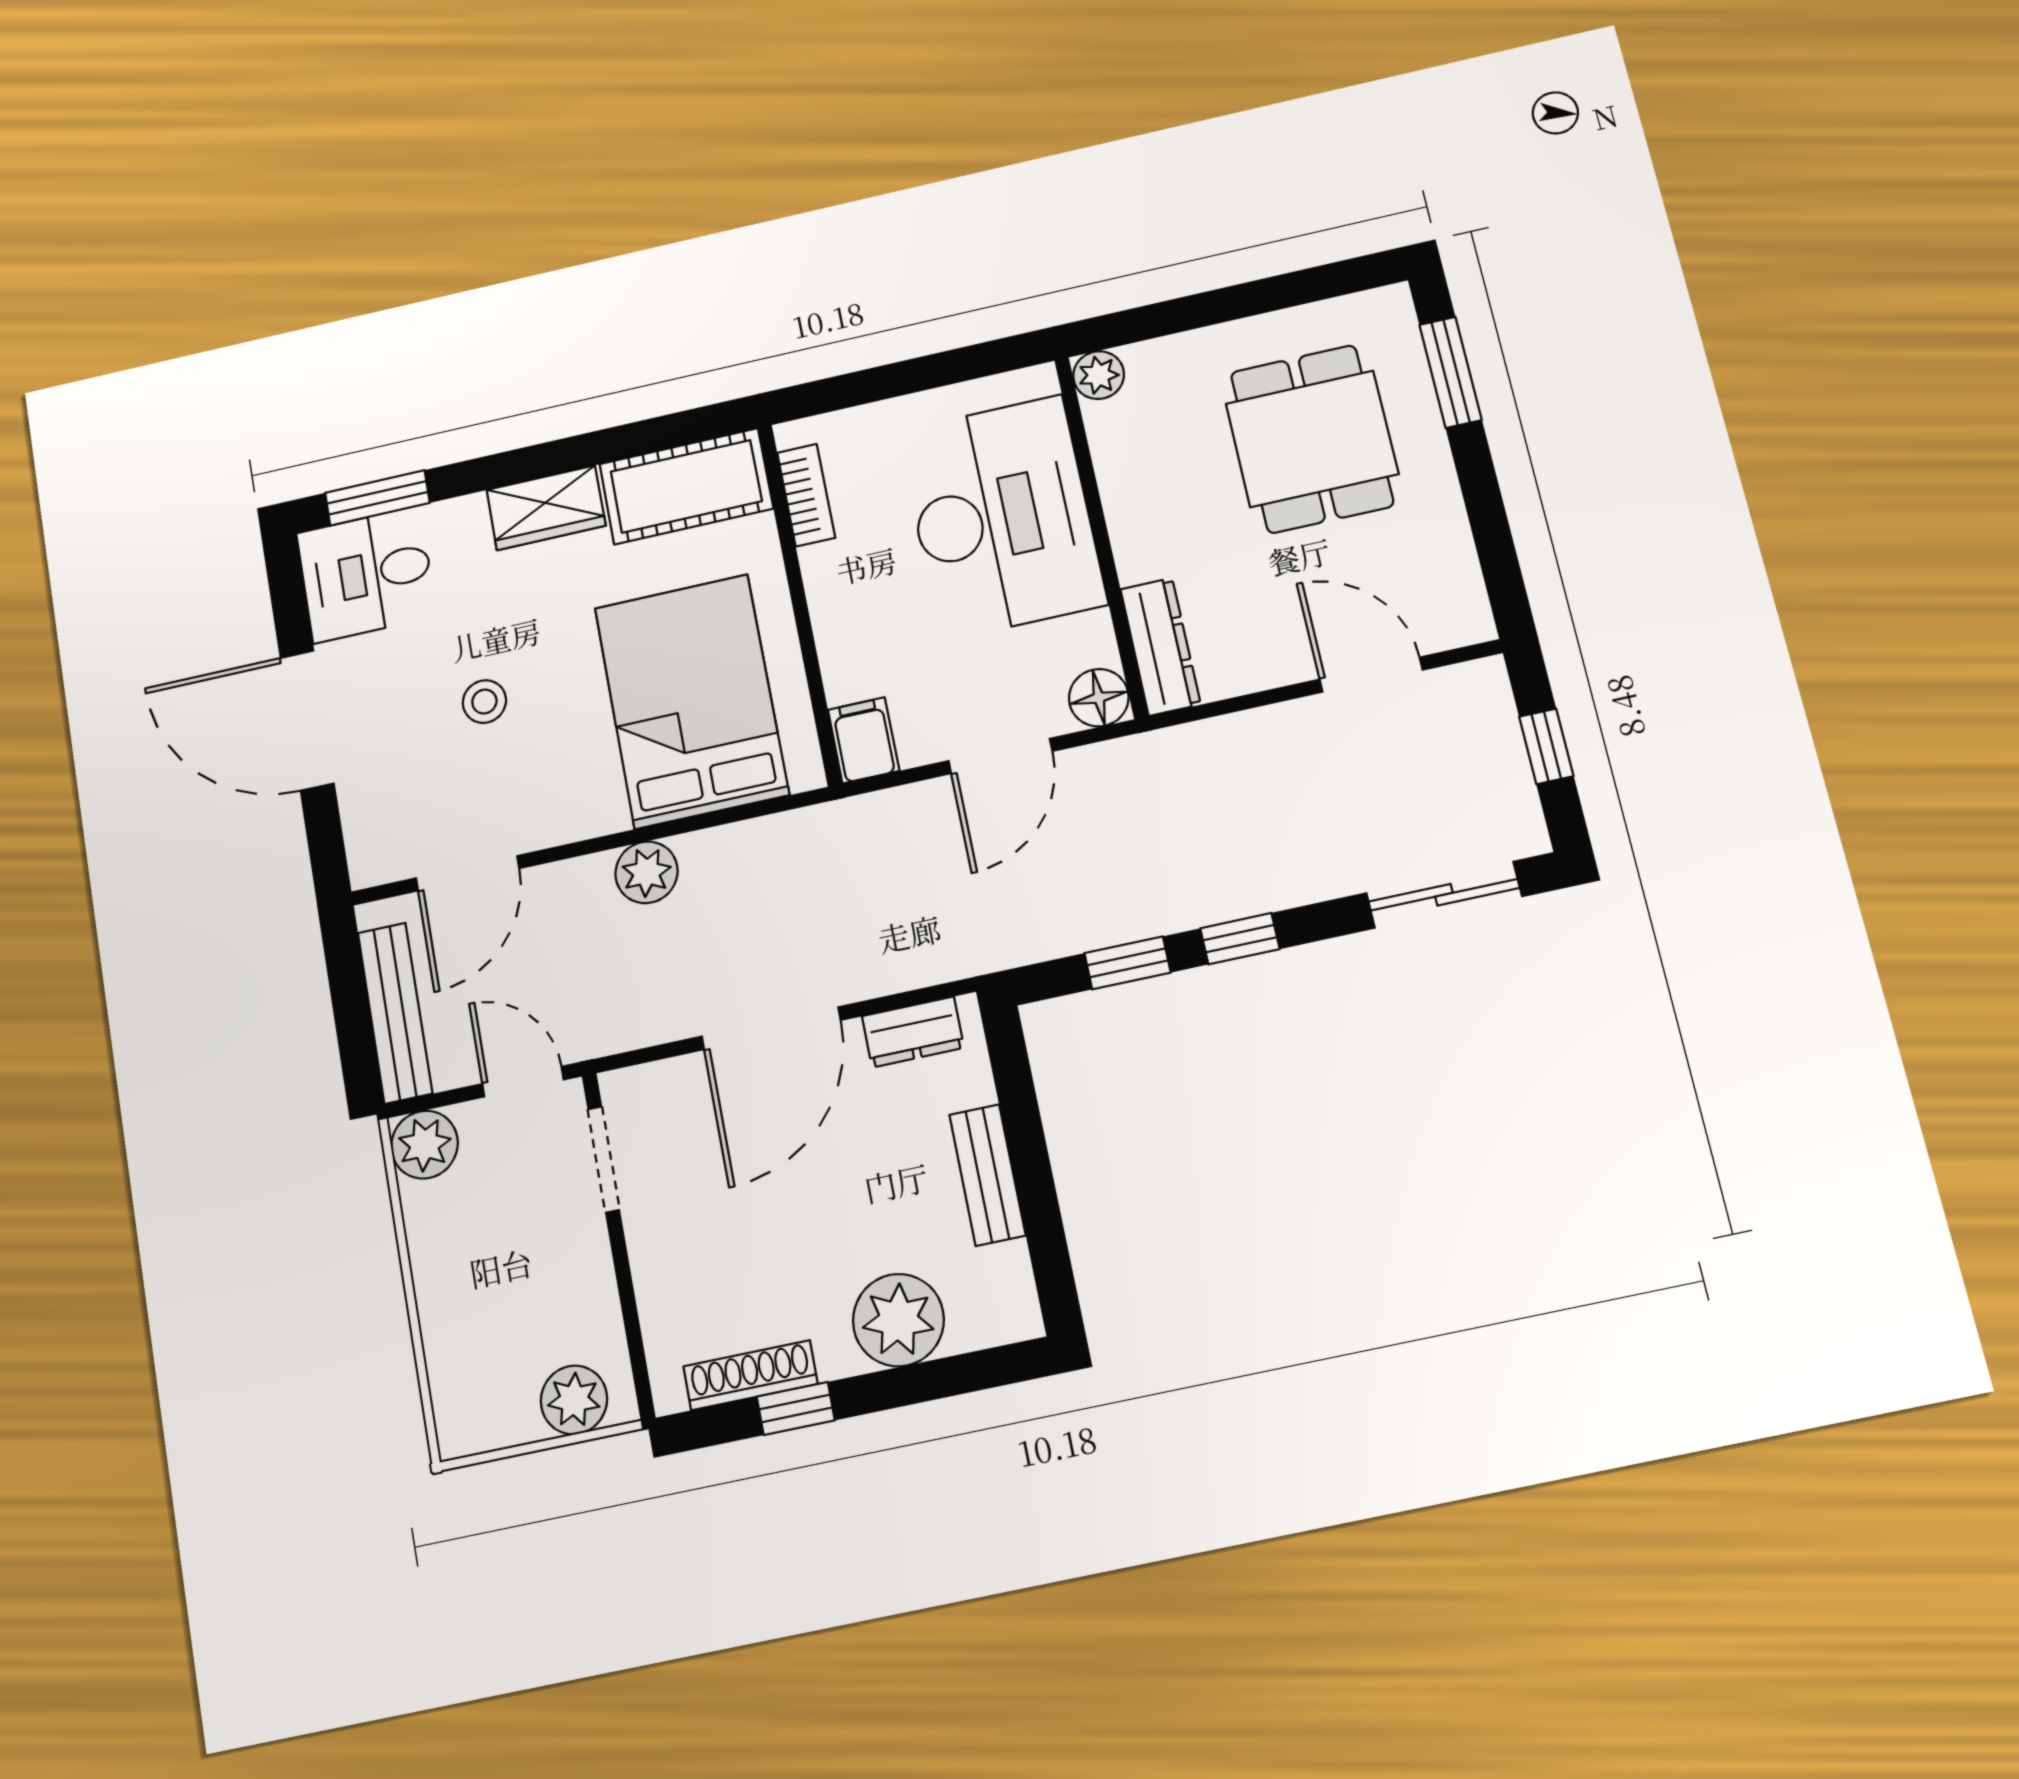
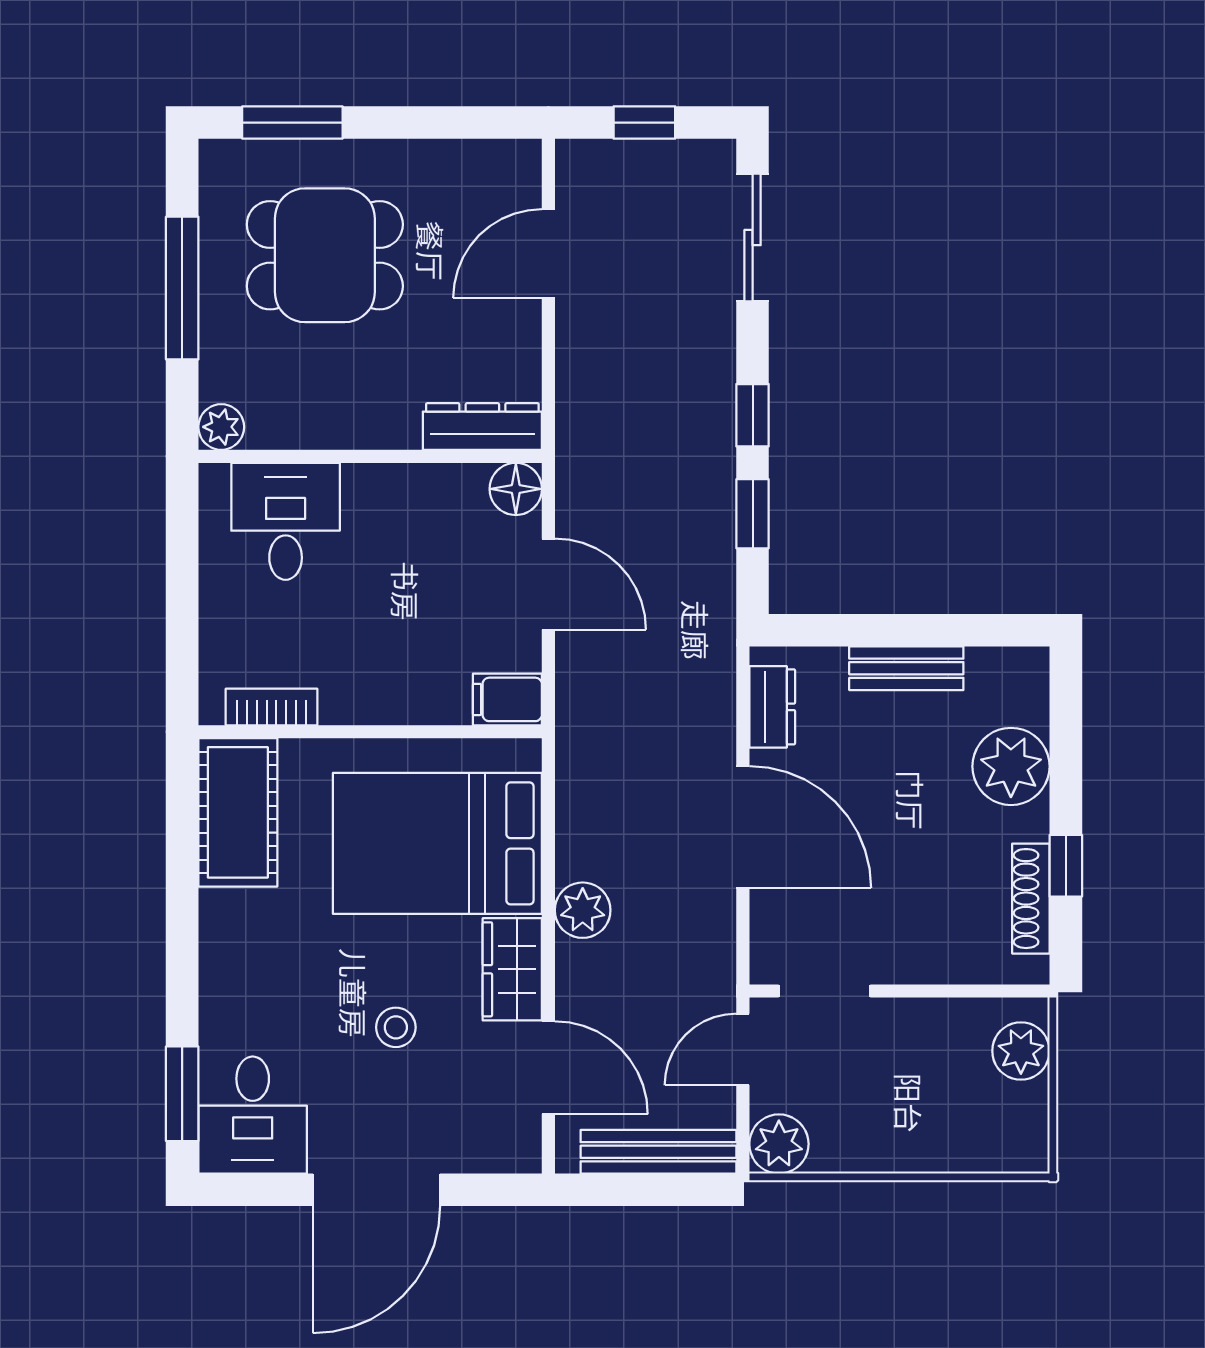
window: (1241, 301) -> (182, 288), added
wardrobe: (546, 508) -> (512, 969), moved, turned 180
desk: (1002, 517) -> (286, 521), width x0.53, depth x0.77

